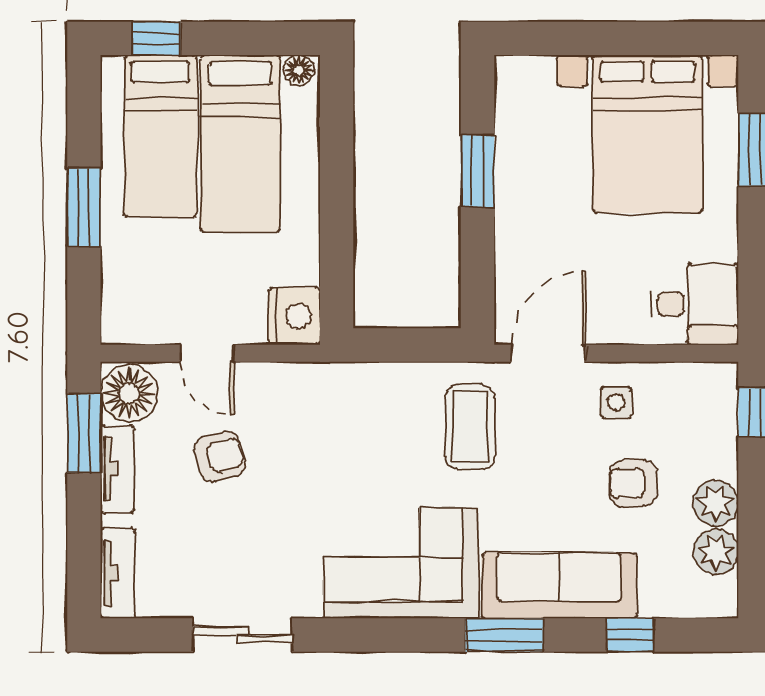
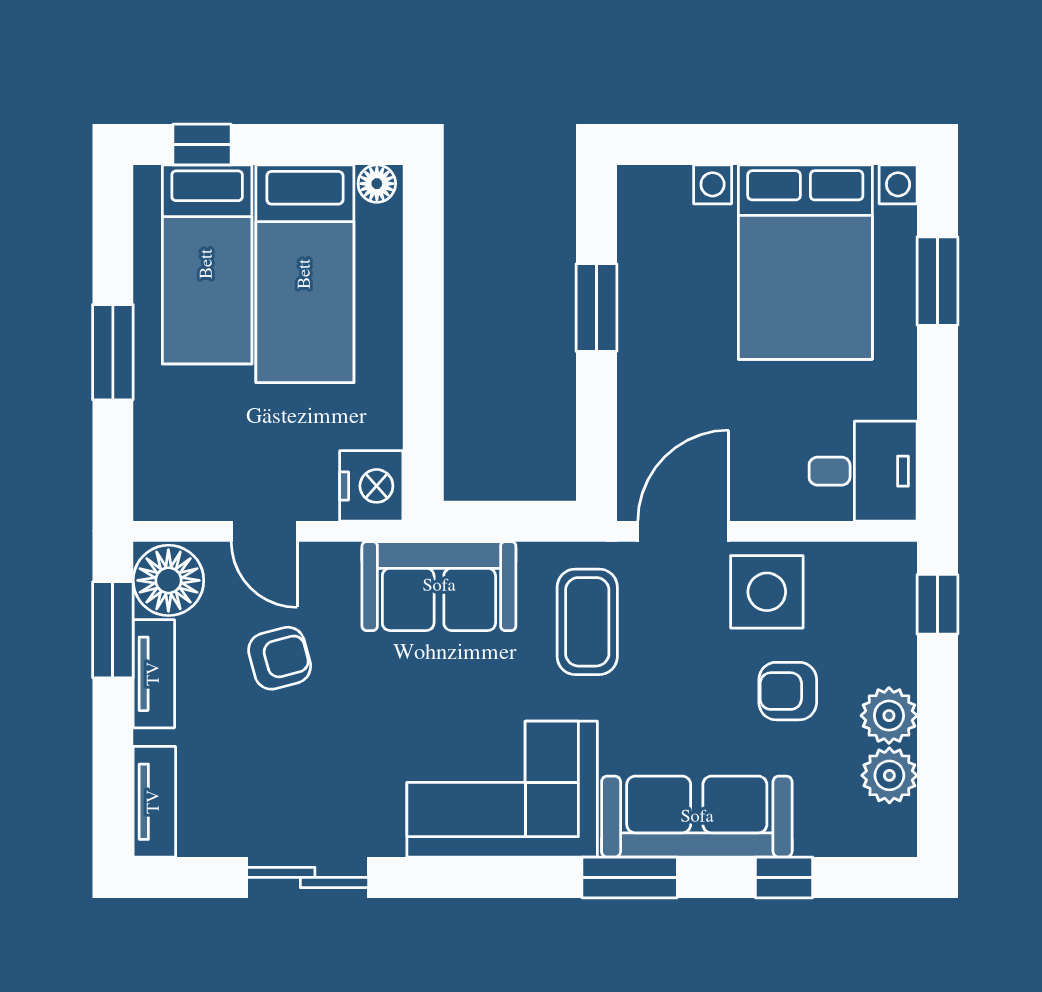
sofa: (349, 398) -> (439, 586), added
side table: (616, 402) -> (767, 592), width x1.87, depth x1.87

